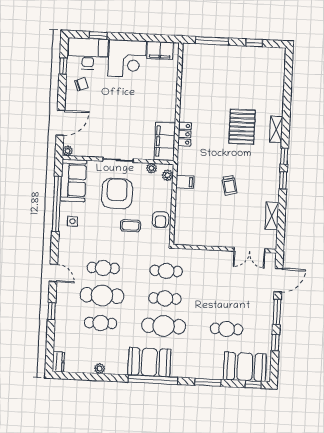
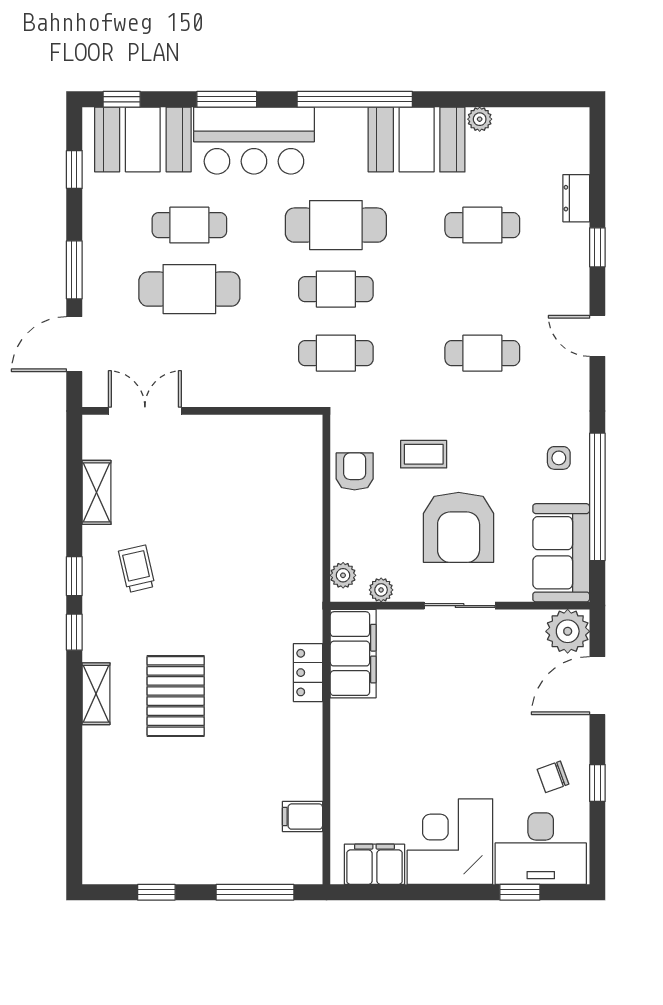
window: (63, 66) -> (597, 783), moved
plant: (68, 151) -> (568, 631), width x1.88, depth x1.88
filing cabinet: (185, 182) -> (303, 817), moved
trolley: (229, 185) -> (137, 569), moved
cafe table: (102, 295) -> (189, 289), moved
window: (275, 343) -> (74, 170), moved
dresser: (58, 362) -> (576, 198), moved
booth: (149, 362) -> (417, 139), moved
bar counter: (197, 364) -> (254, 141), added

